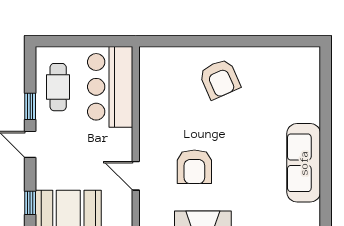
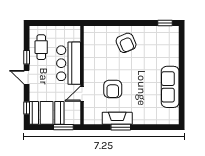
window: (294, 41) -> (165, 23), added
bar counter: (110, 87) -> (69, 63), moved
door: (136, 176) -> (82, 94), hinge flipped

